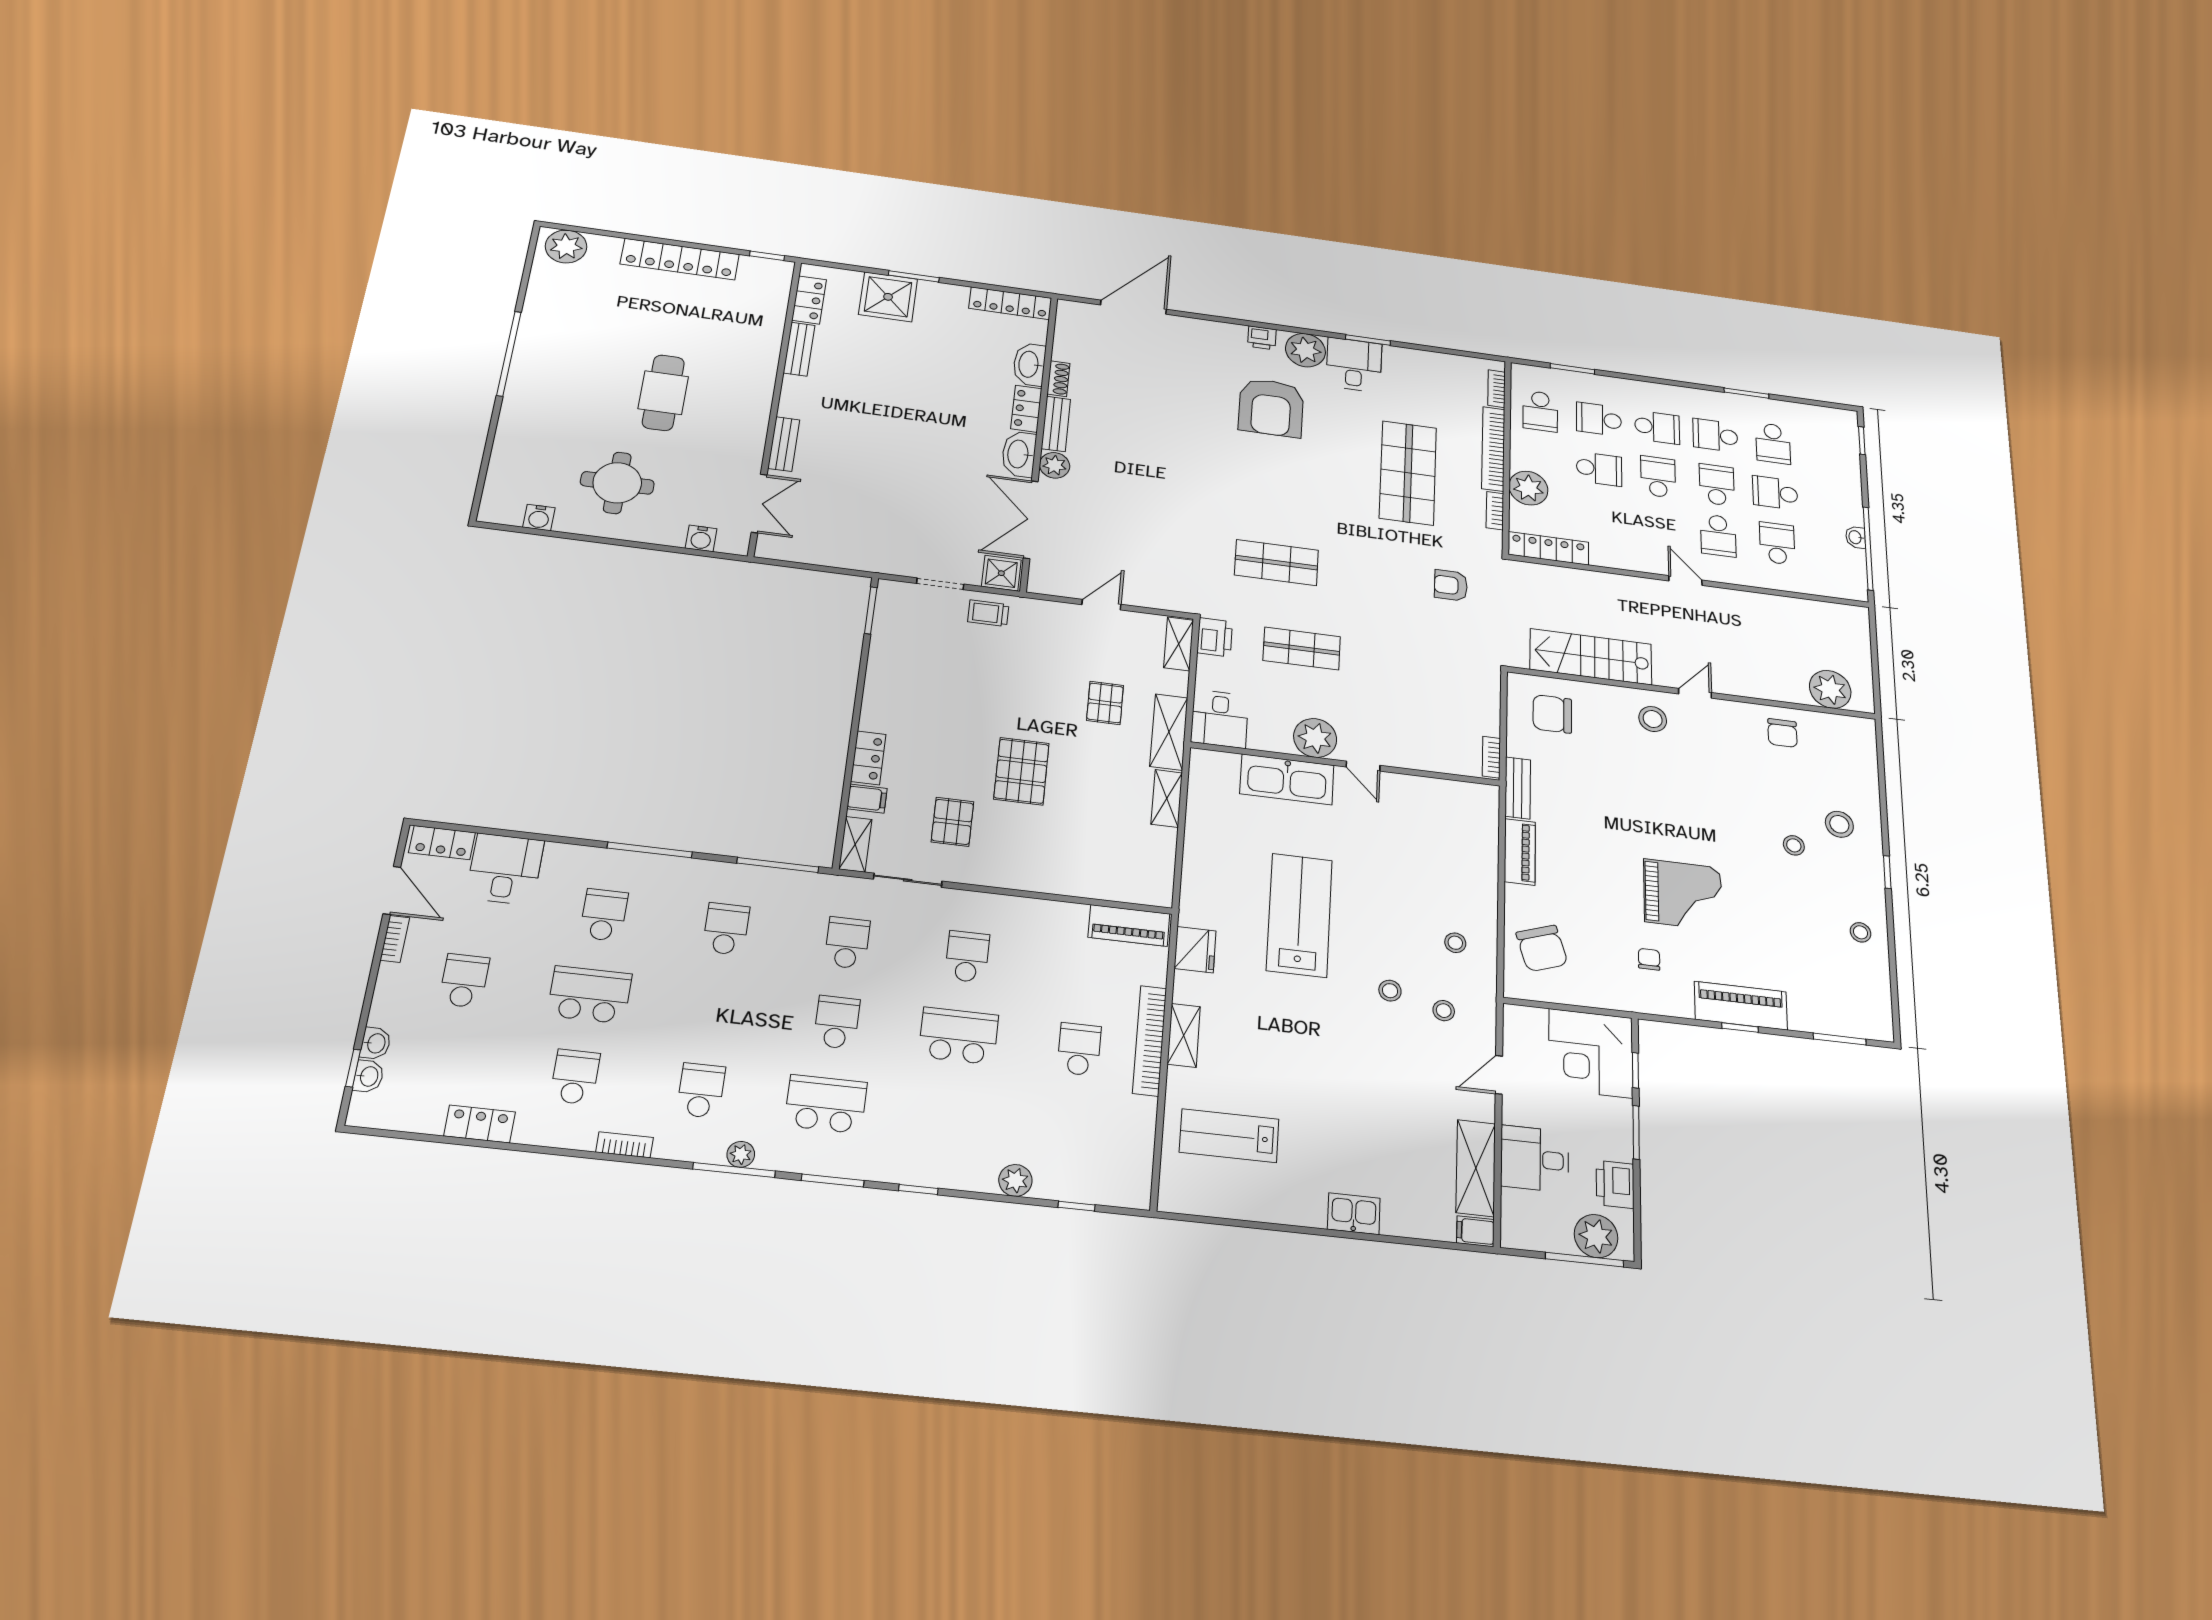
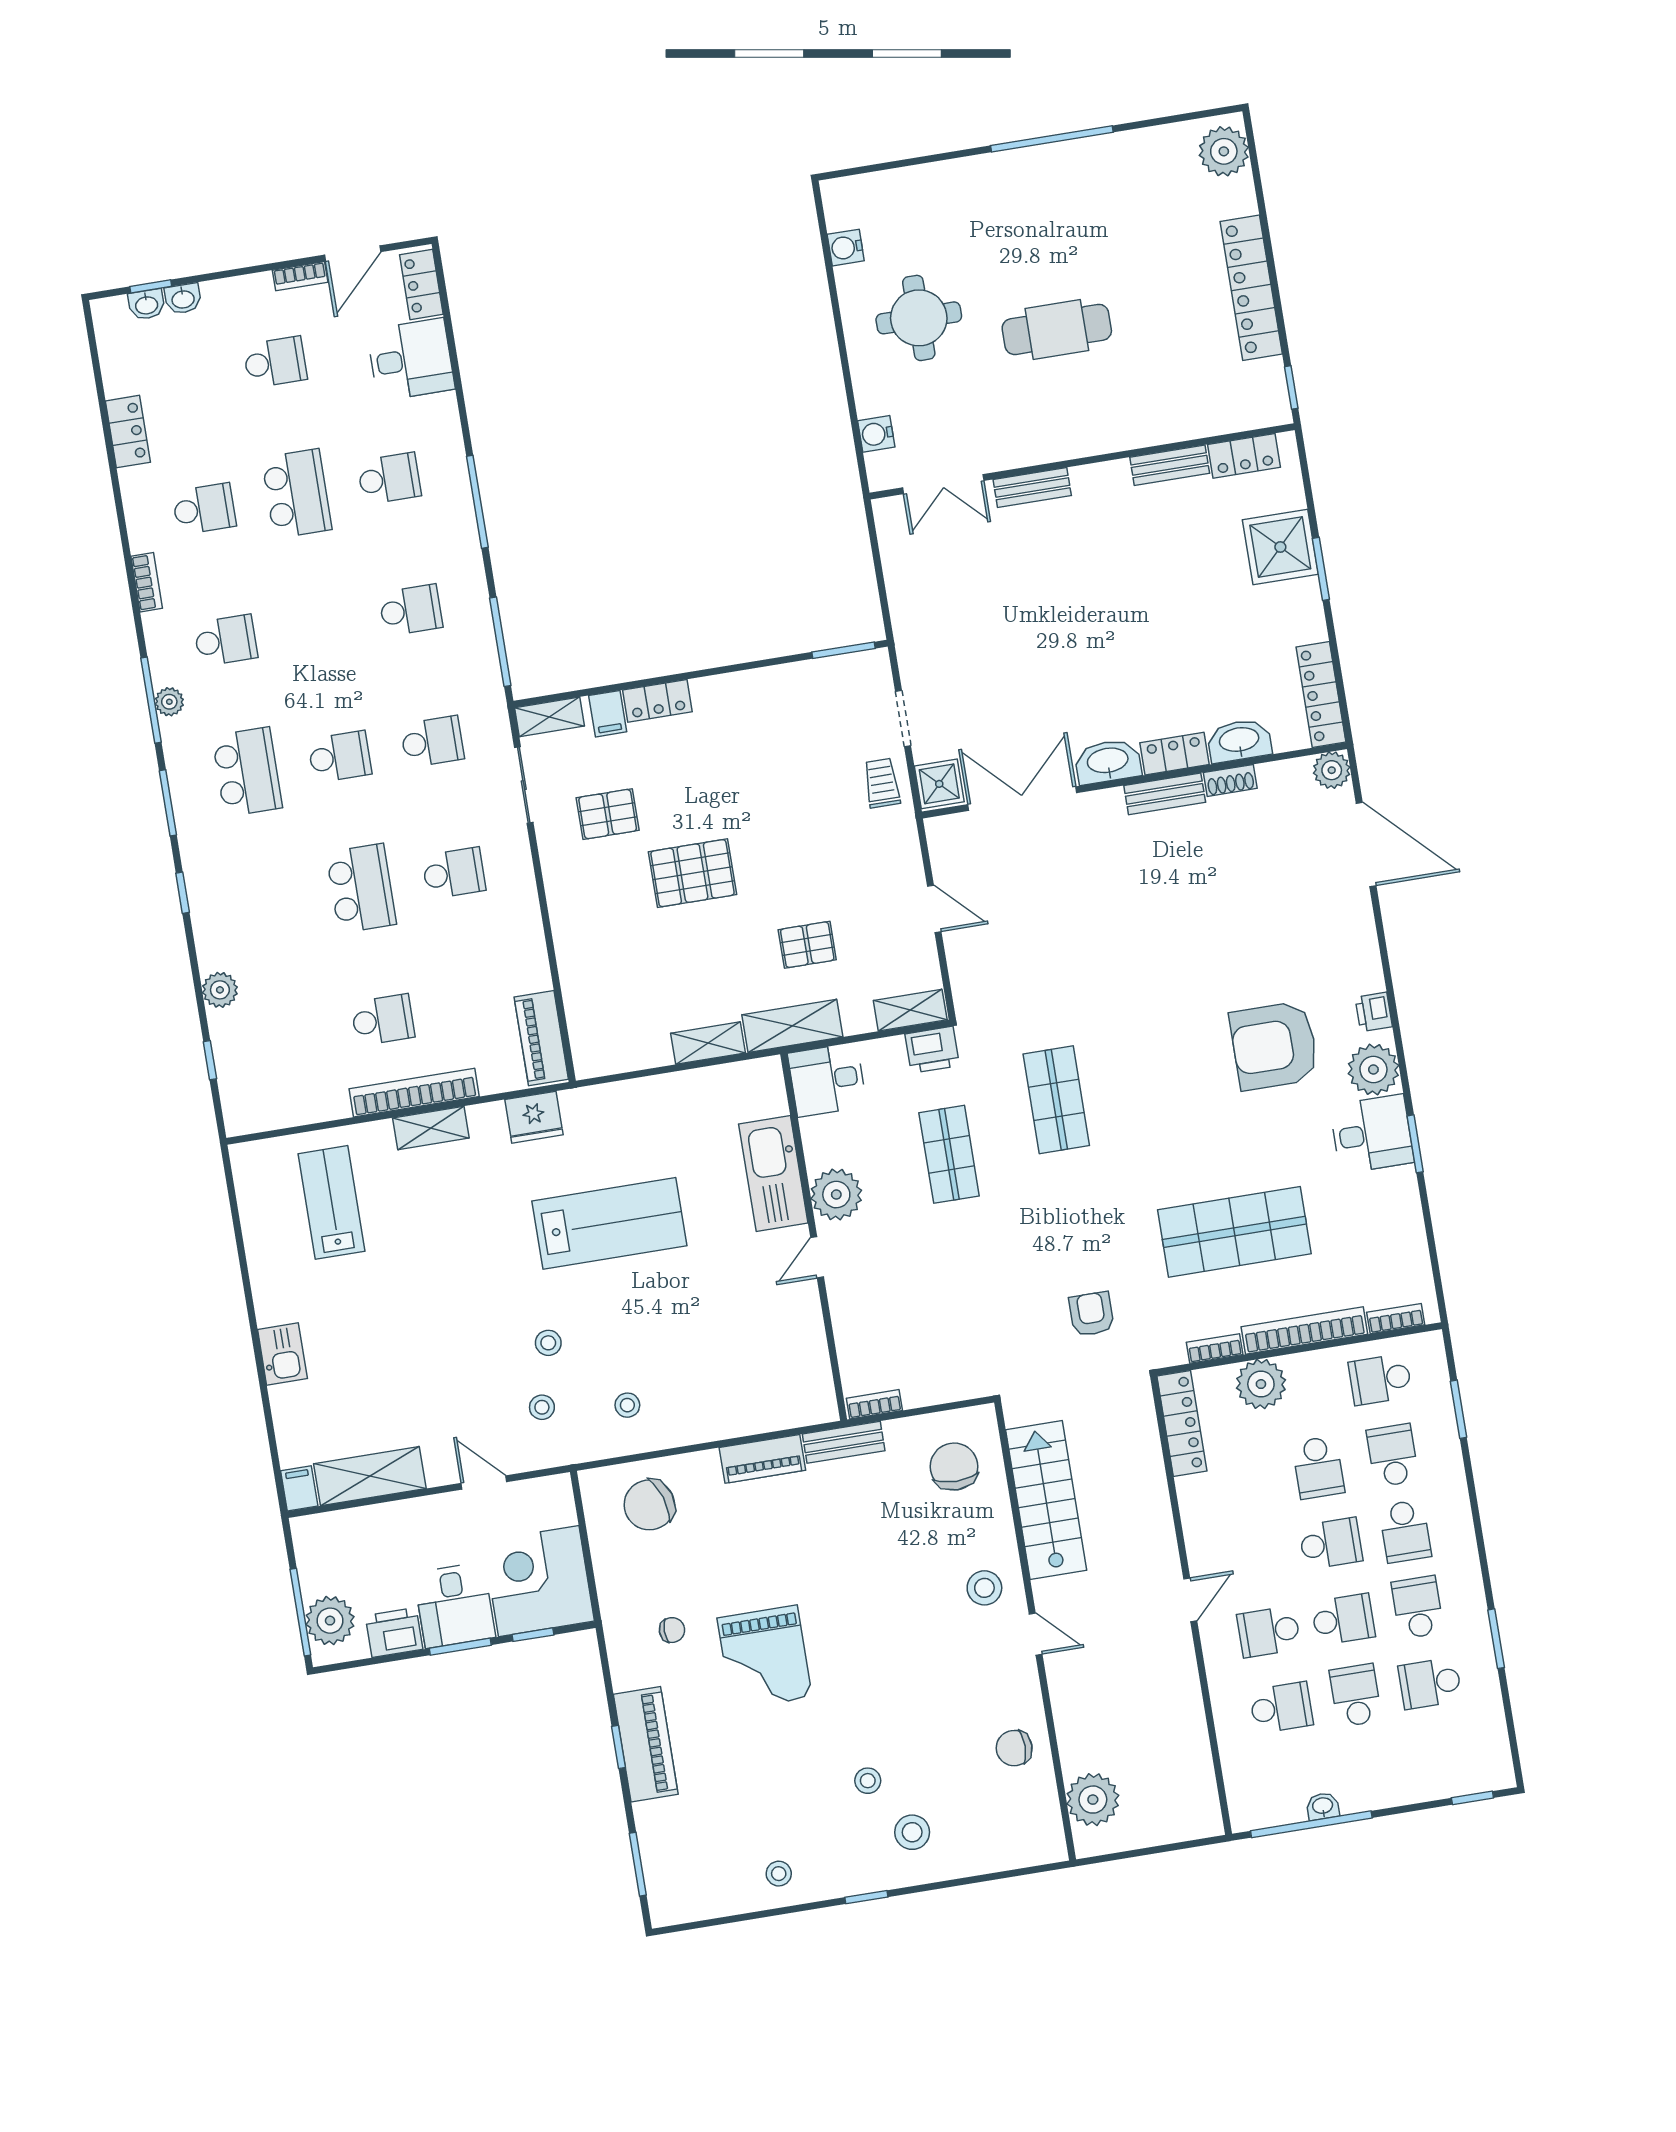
plant: (1055, 465) -> (1332, 770), moved
desk: (1535, 1159) -> (455, 1605), moved, turned 180

